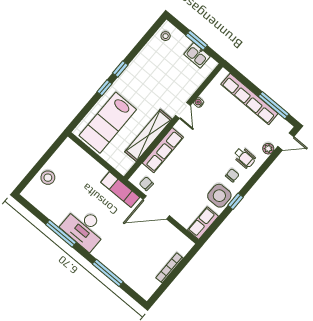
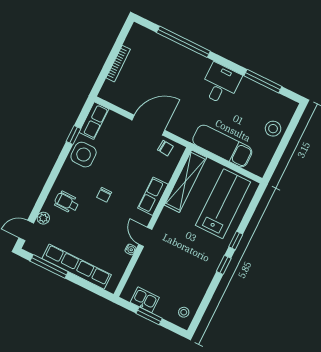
shelving: (148, 135) -> (186, 181), moved
row of seats: (163, 150) -> (153, 196), width x0.68
chair: (232, 175) -> (104, 195), moved
exam couch: (120, 190) -> (222, 146), moved, width x1.36, depth x1.45
window: (236, 201) -> (73, 135), moved
desk: (84, 228) -> (220, 84), width x0.73
window: (61, 233) -> (263, 81), moved
window: (108, 273) -> (183, 42), width x1.46

